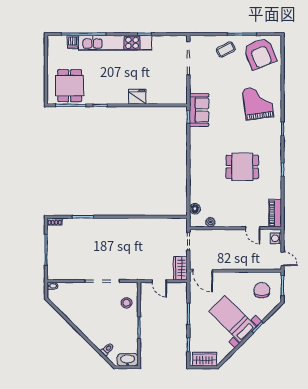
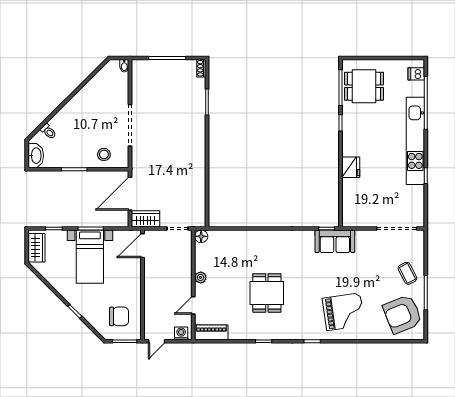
dishwasher: (73, 42) -> (416, 74), moved
floor lamp: (195, 209) -> (201, 236), moved
plant: (210, 222) -> (201, 277), moved
door: (159, 281) -> (130, 194), width x1.87
bed with nightstands: (232, 319) -> (90, 257), moved, turned 135

